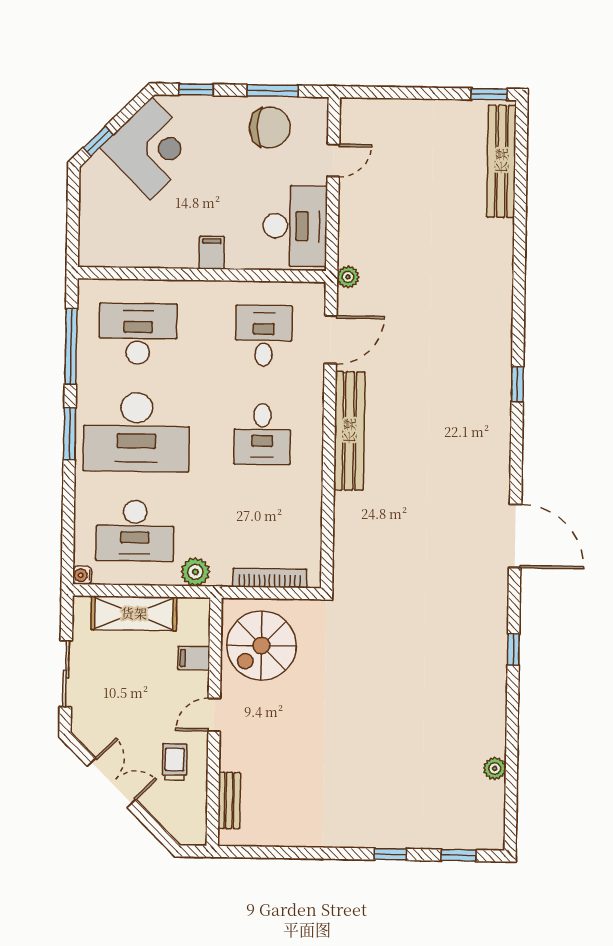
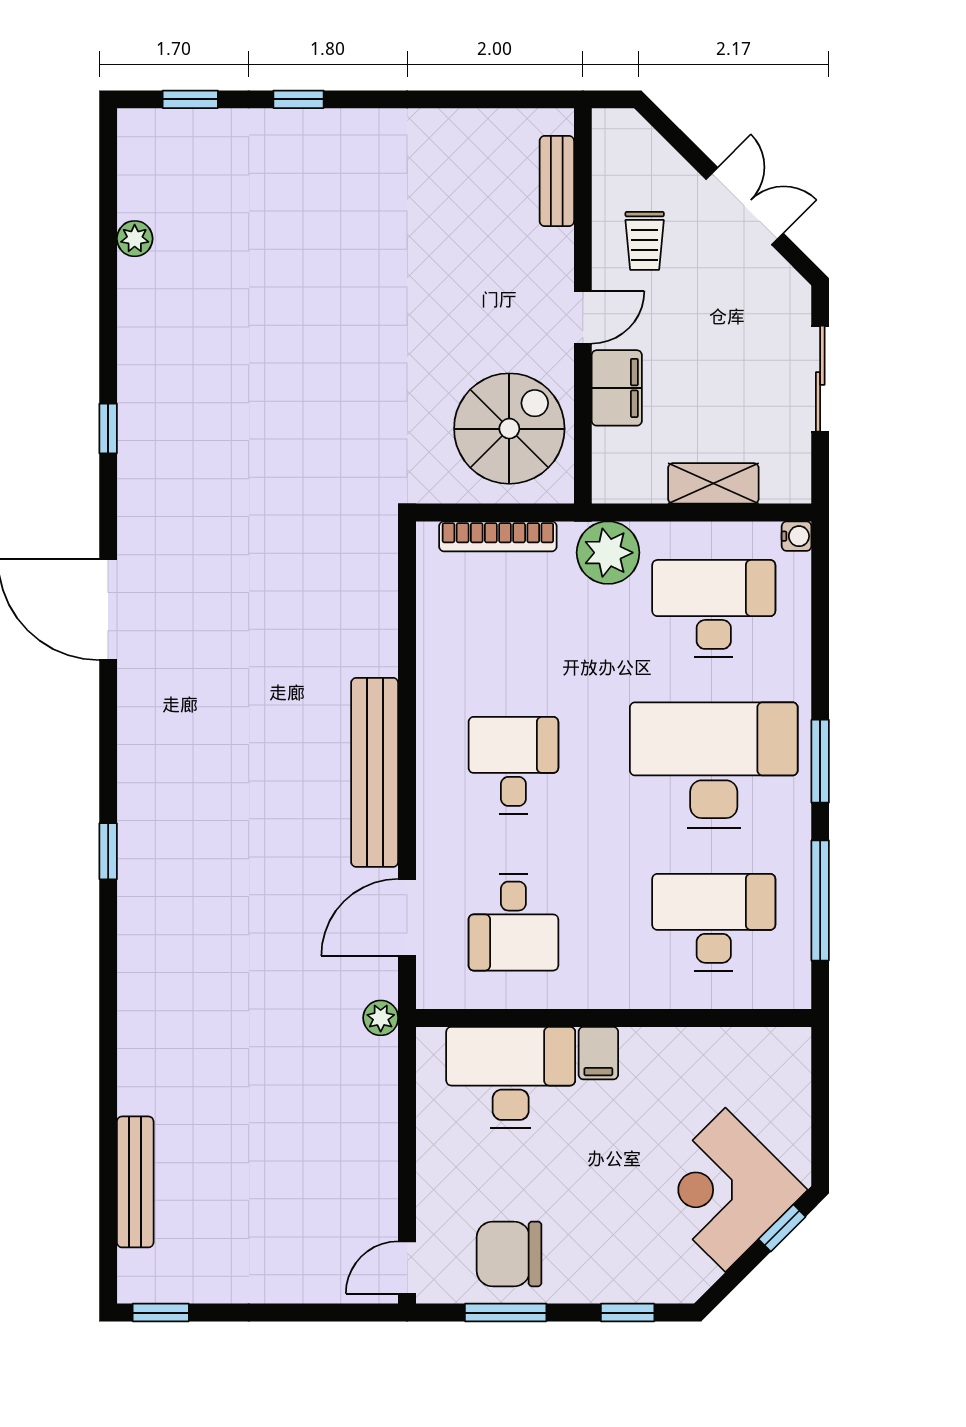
corner desk: (151, 148) -> (725, 1190), moved
door: (333, 160) -> (407, 1267), moved
bench: (501, 161) -> (135, 1182), width x0.73, depth x0.82
desk: (295, 226) -> (511, 1077), moved, turned 90
desk: (138, 334) -> (714, 922), turned 180
plant: (195, 572) -> (608, 553), width x1.36, depth x1.36
shelving: (134, 613) -> (713, 483), width x0.67, depth x0.75
filing cabinet: (194, 658) -> (617, 388), width x2.00
double door: (112, 783) -> (745, 206), swing flipped

